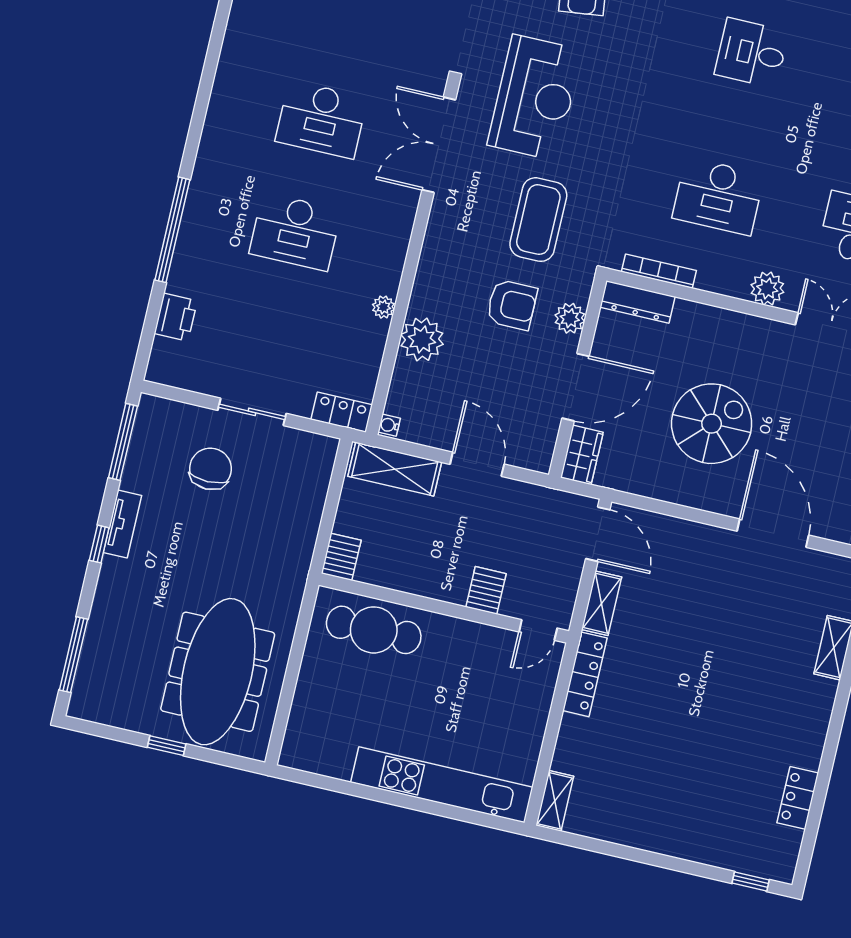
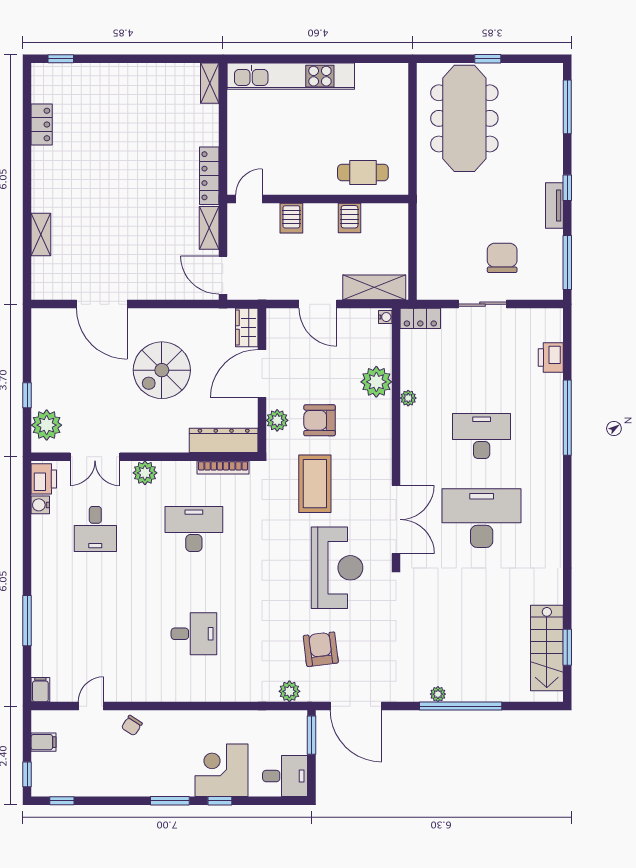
reception desk: (535, 98) -> (337, 568), turned 180
desk: (321, 120) -> (482, 518), width x1.36, depth x1.30
dresser: (638, 302) -> (224, 440), width x1.37, depth x1.24
chair: (210, 469) -> (502, 258), turned 180
server rack: (341, 557) -> (350, 218), moved
cafe table: (374, 630) -> (363, 173), width x0.73, depth x0.74

